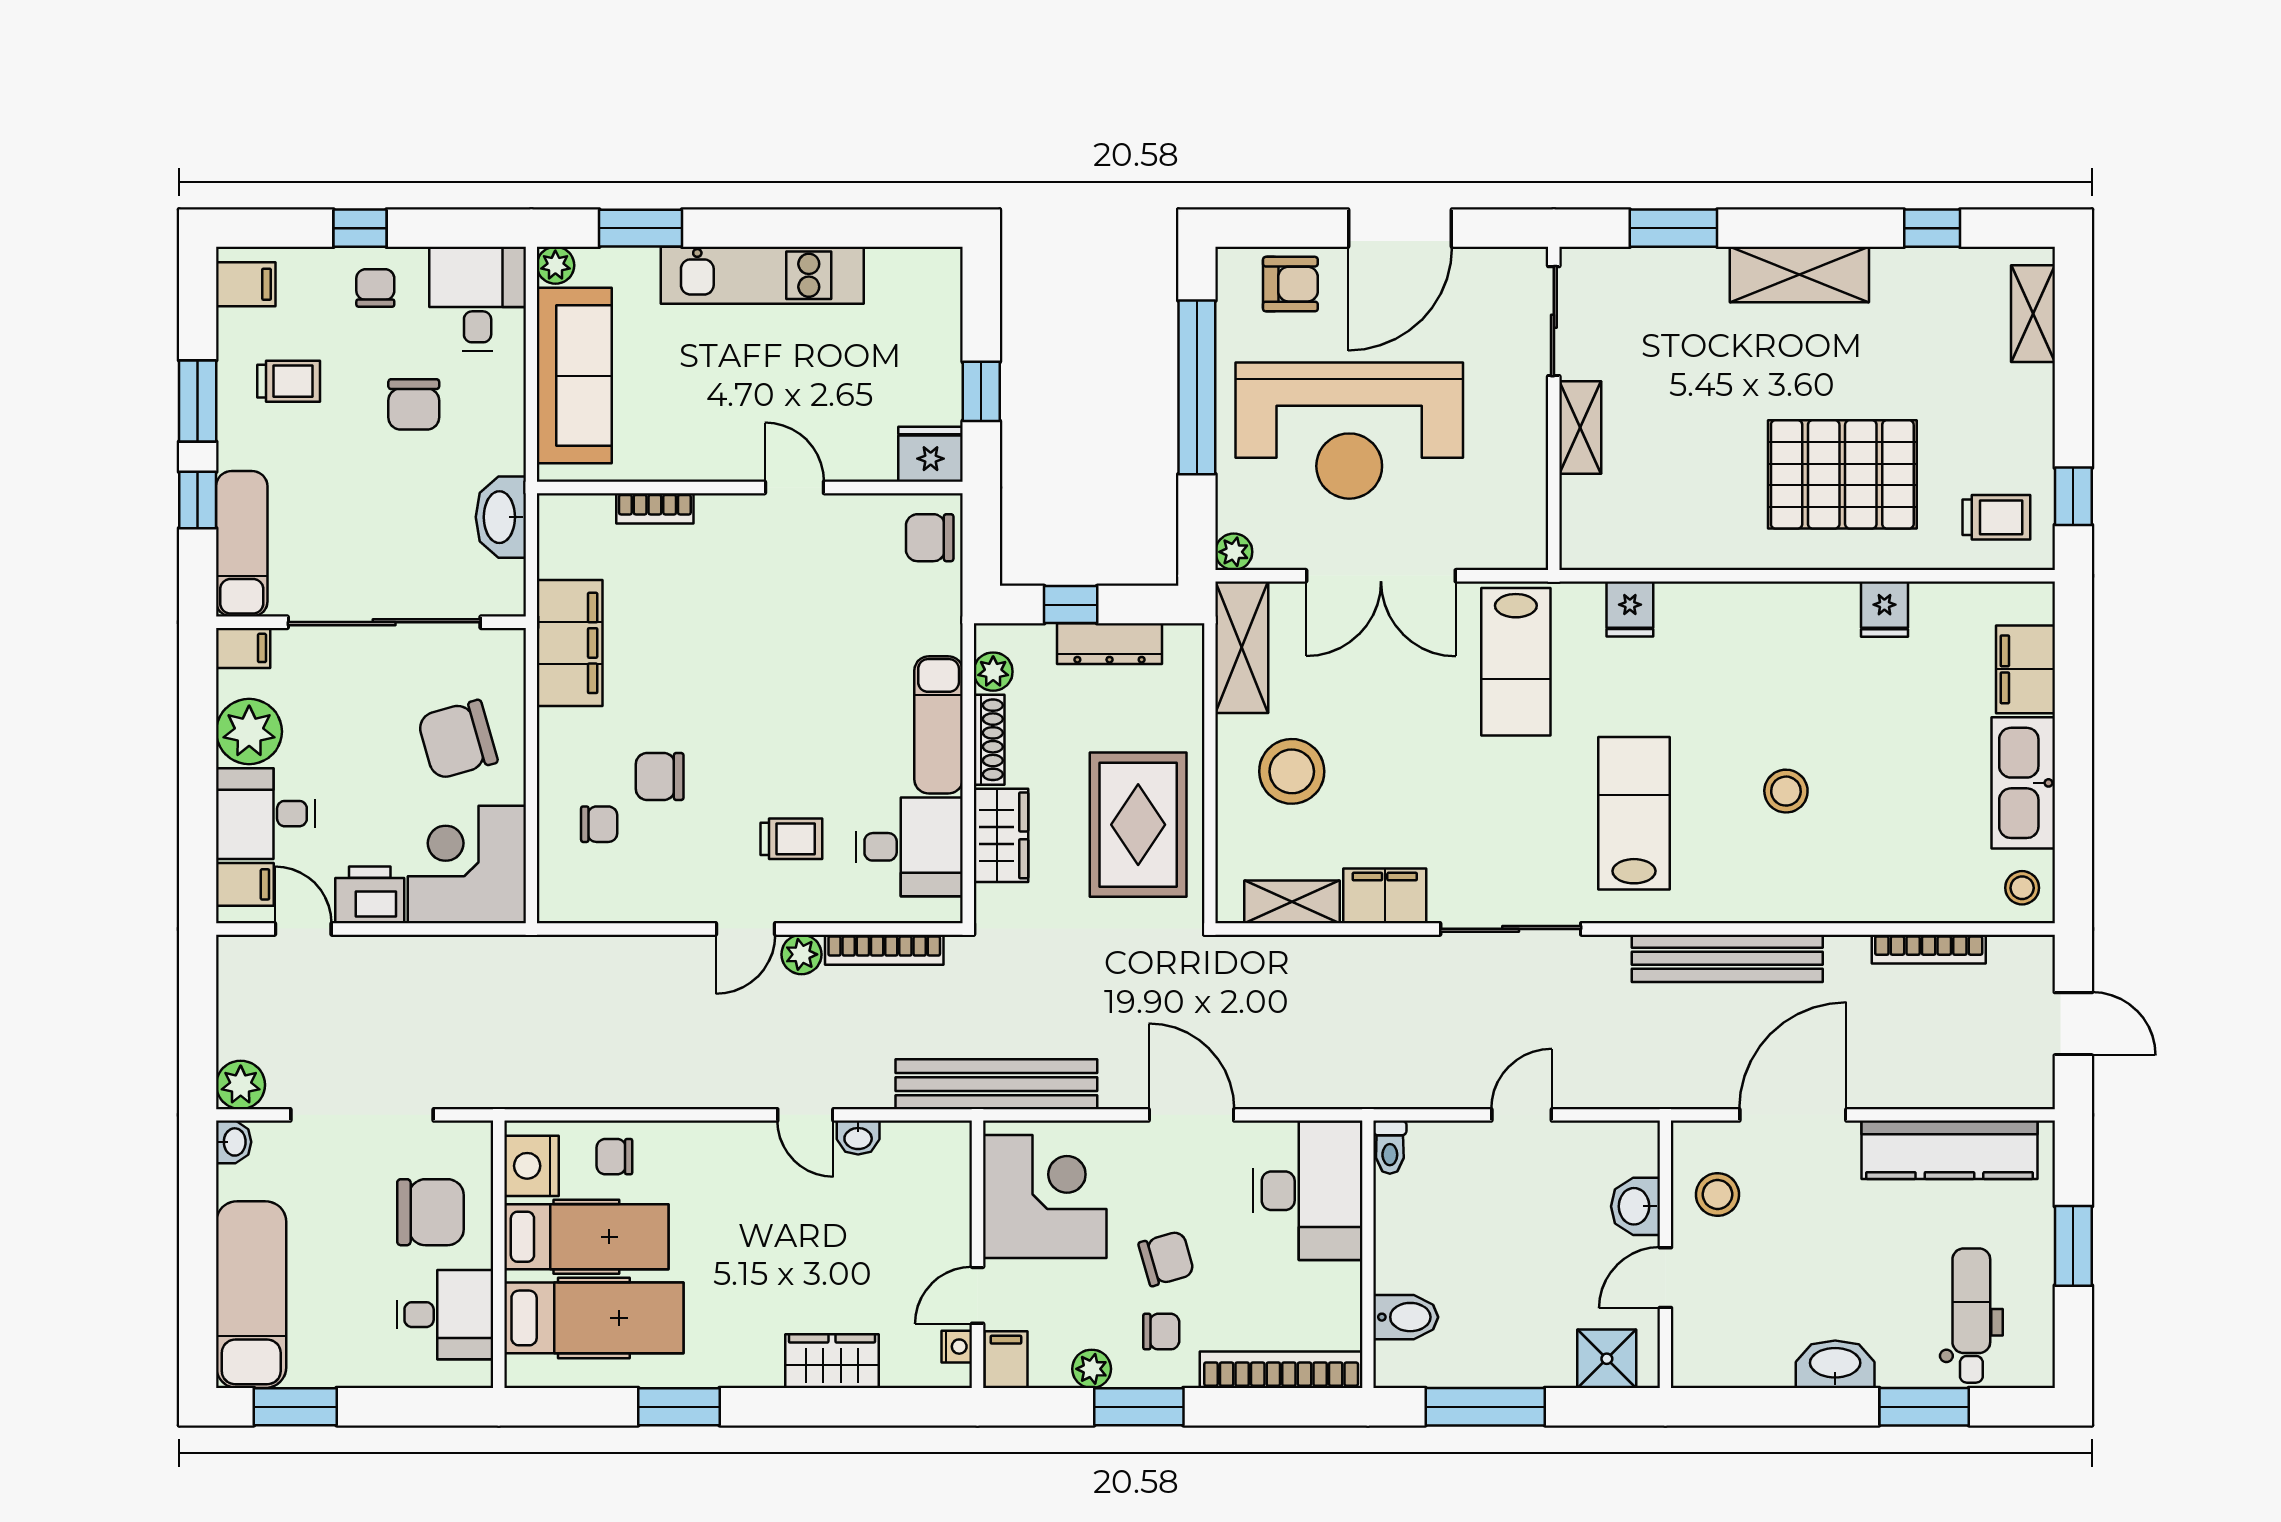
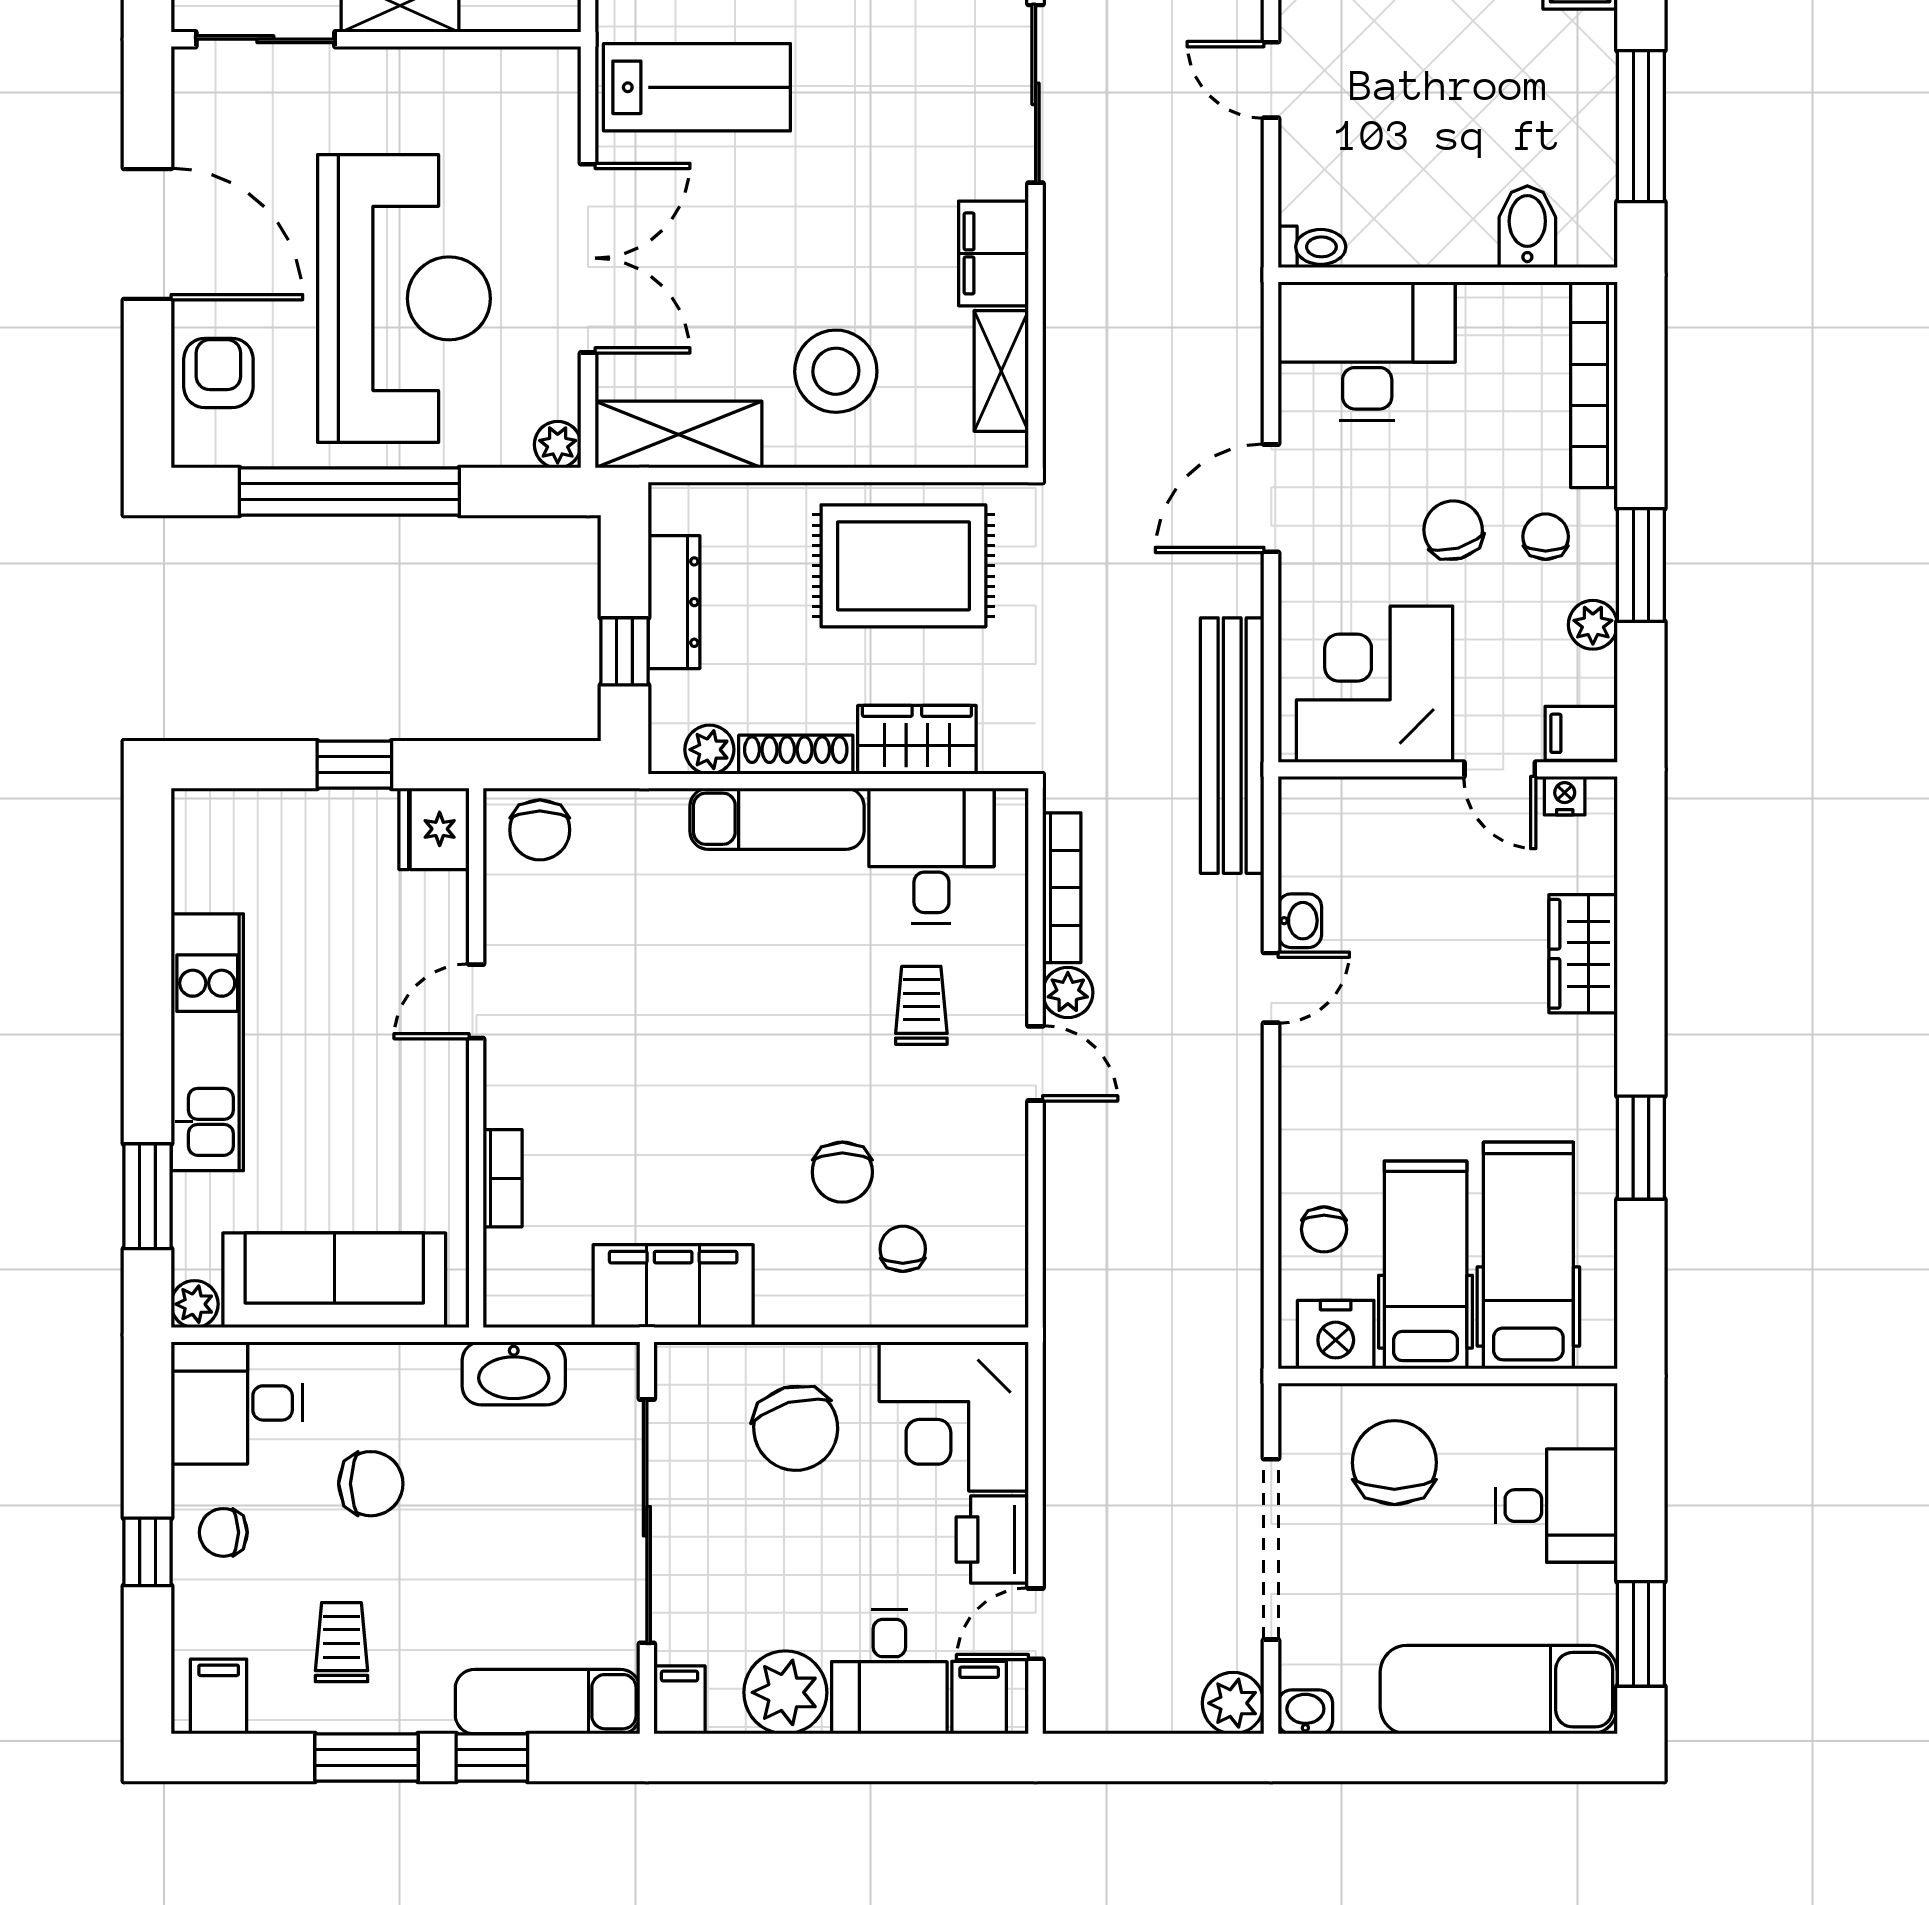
desk: (445, 1315) -> (1556, 1506), moved, turned 90

